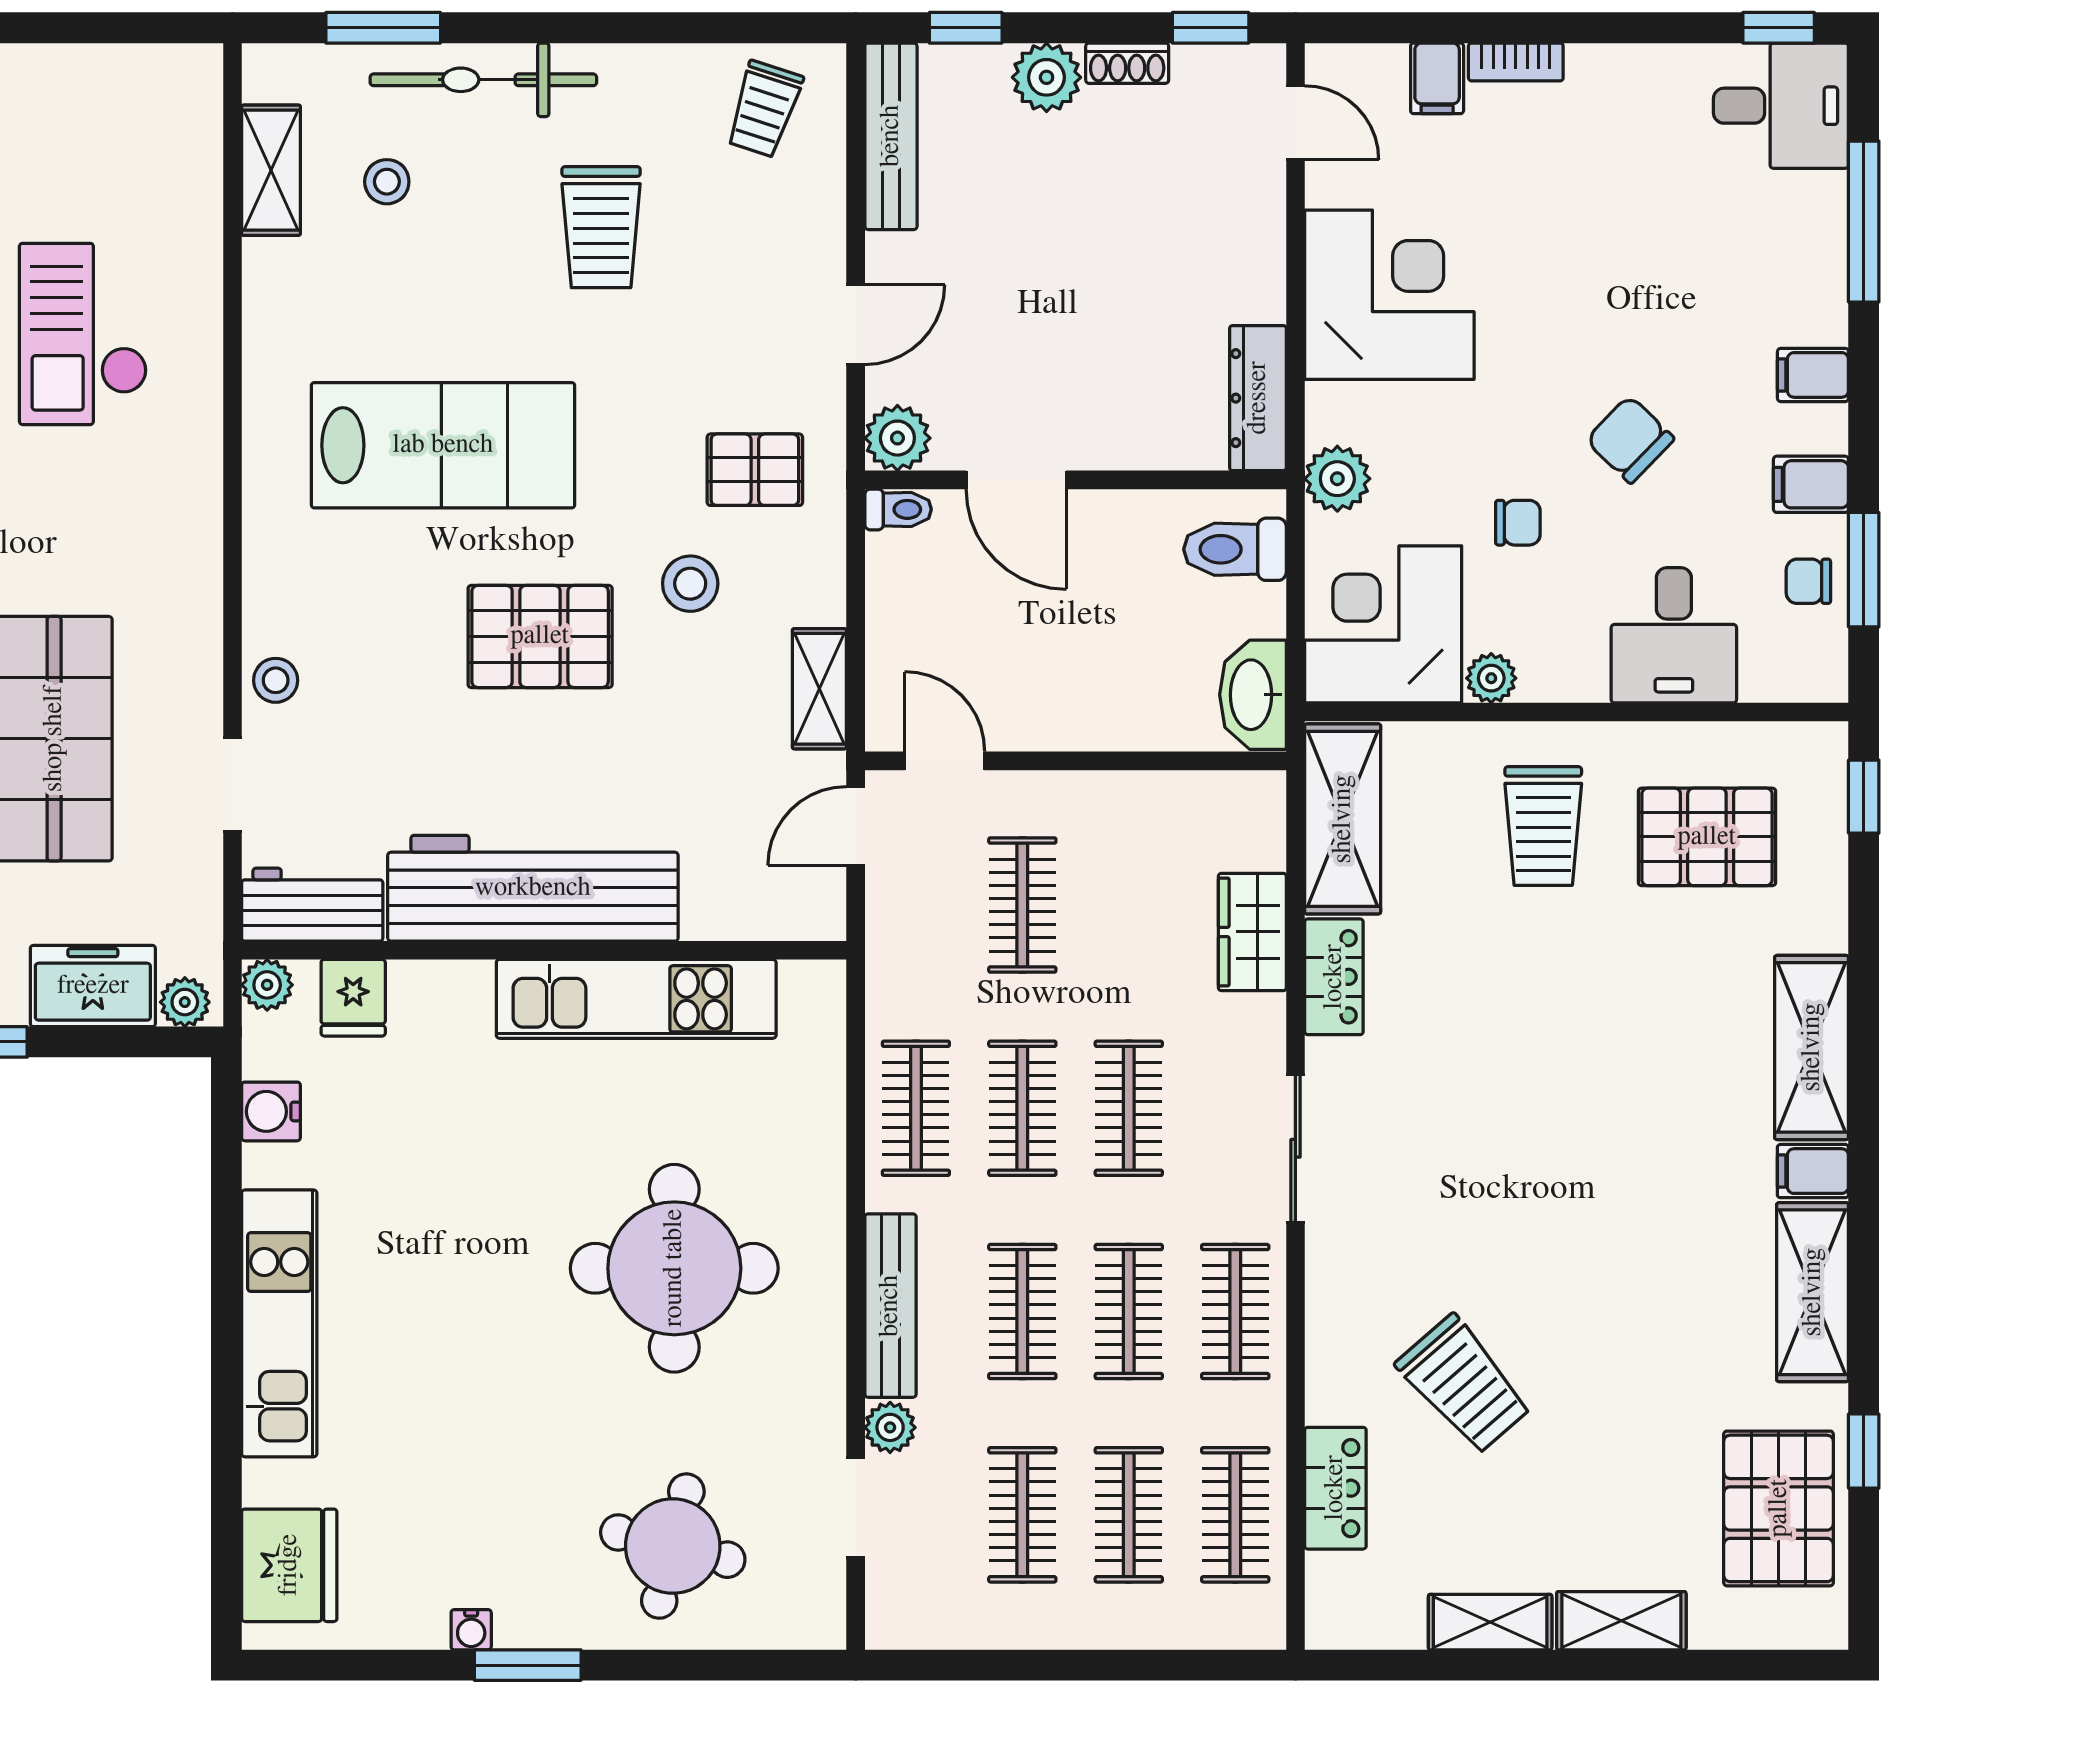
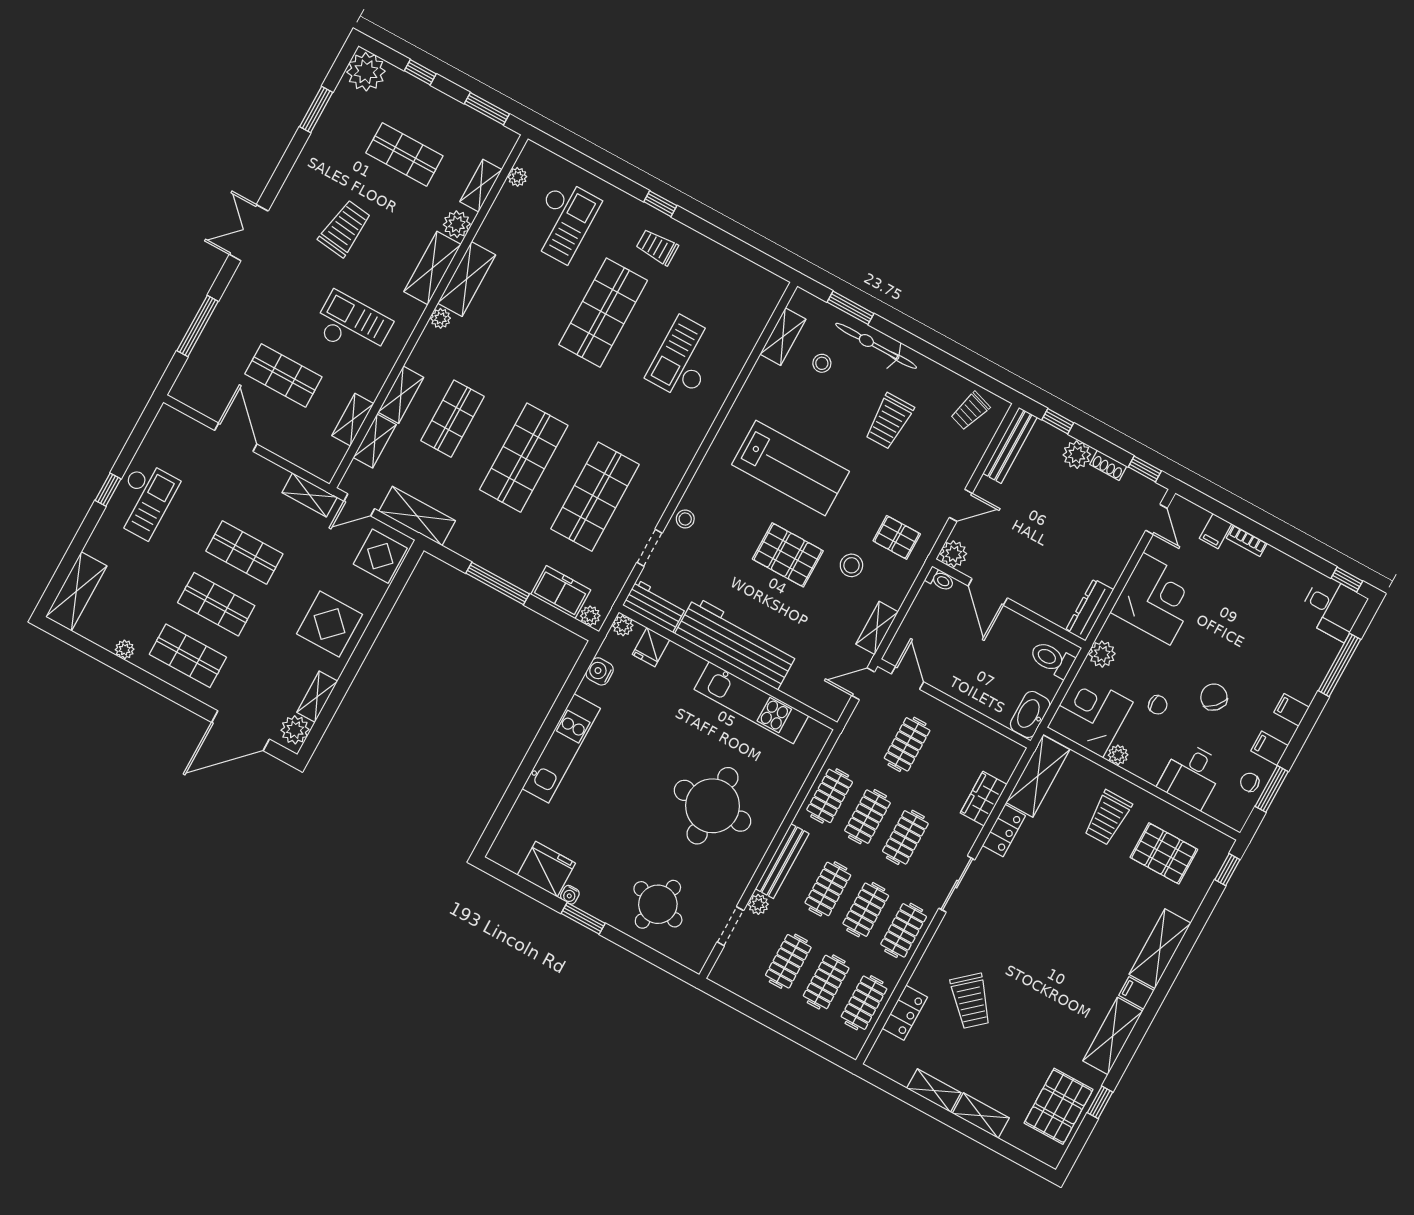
fridge: (289, 1565) -> (546, 869), moved, turned -90

